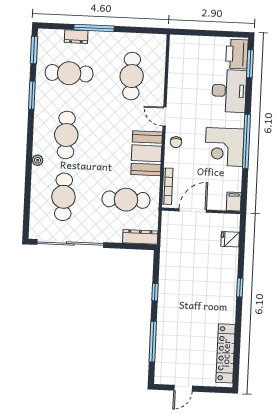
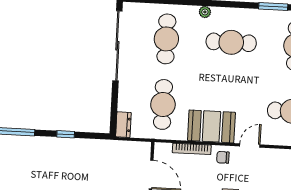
bookcase: (167, 186) -> (192, 149), moved
cafe table: (63, 197) -> (166, 39), turned 90
dresser: (140, 237) -> (123, 125), width x0.70

